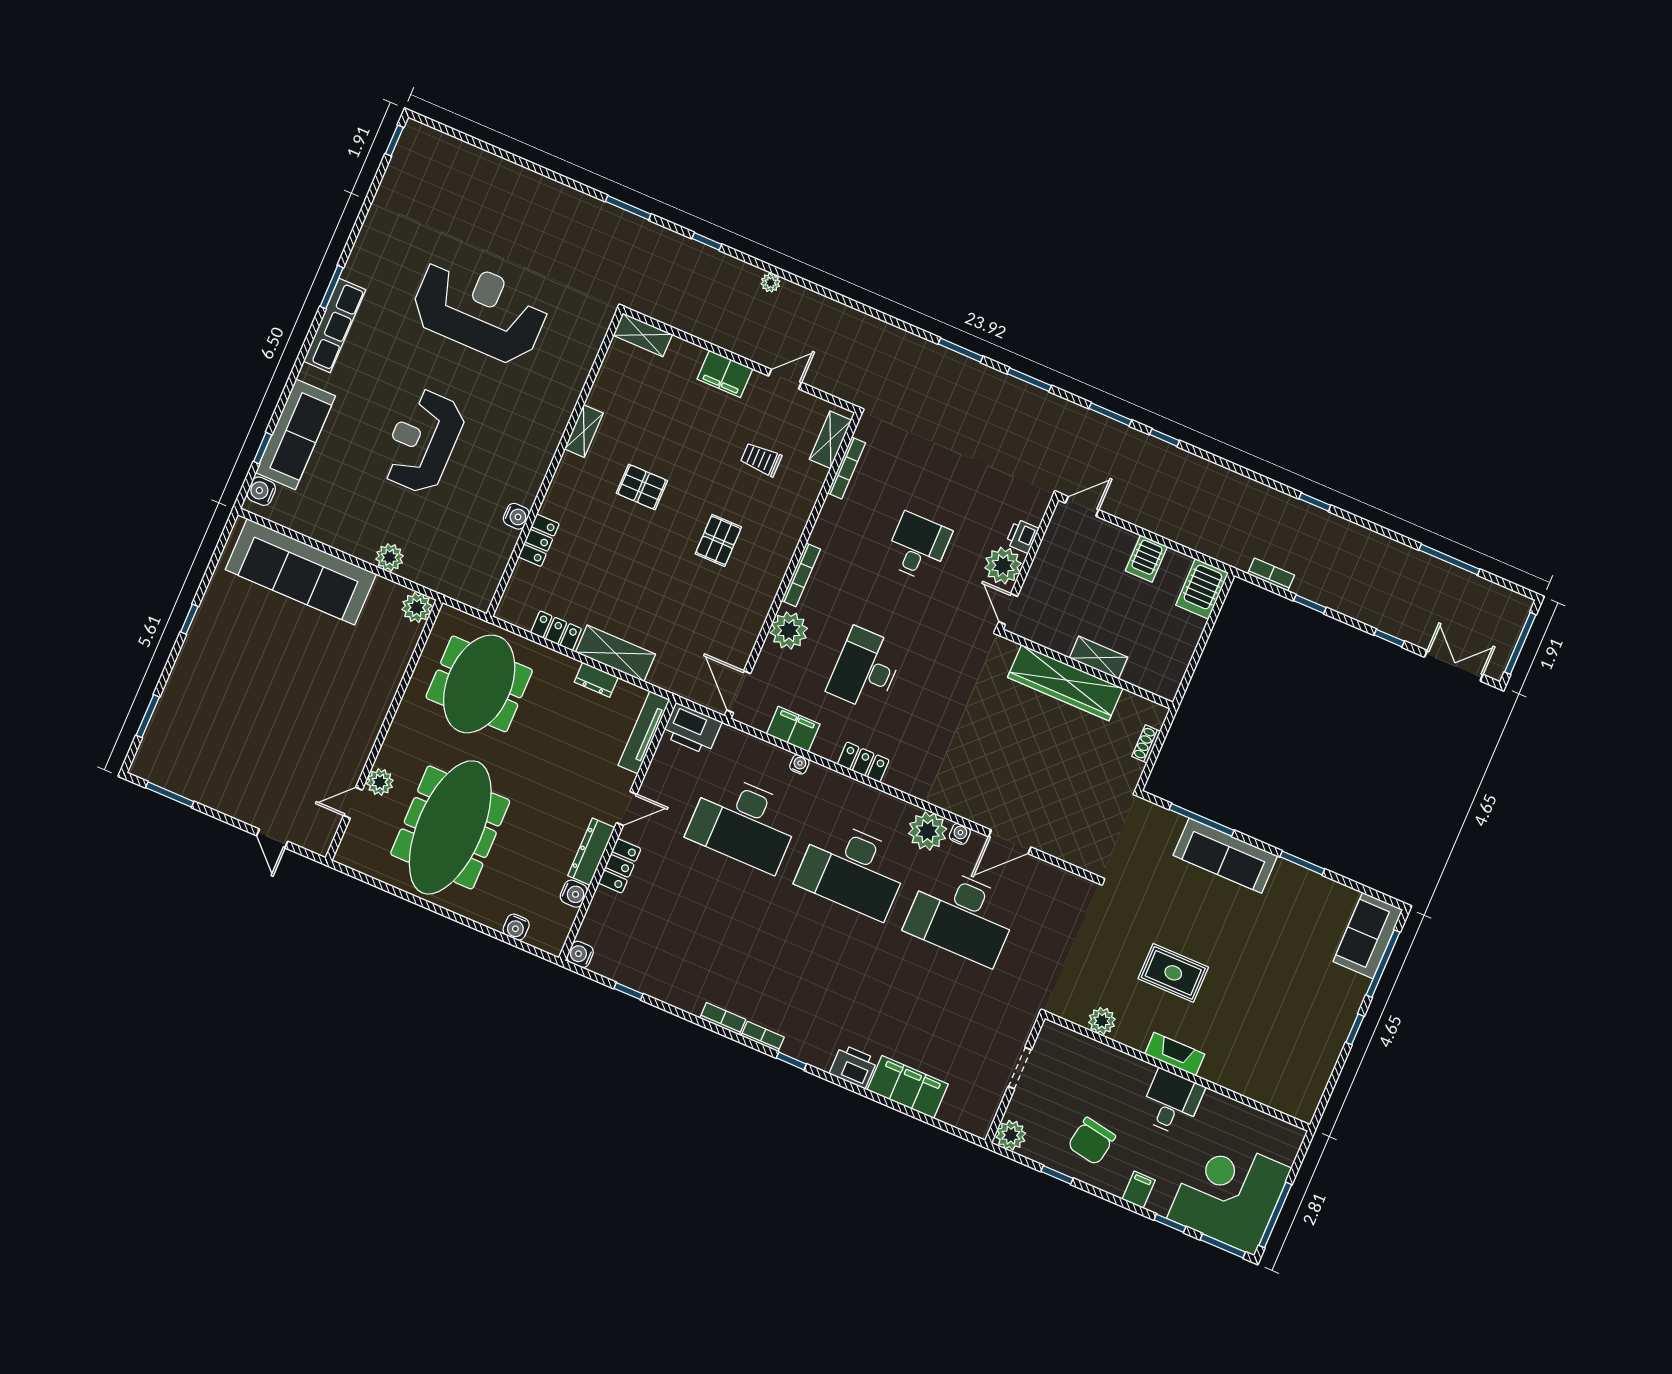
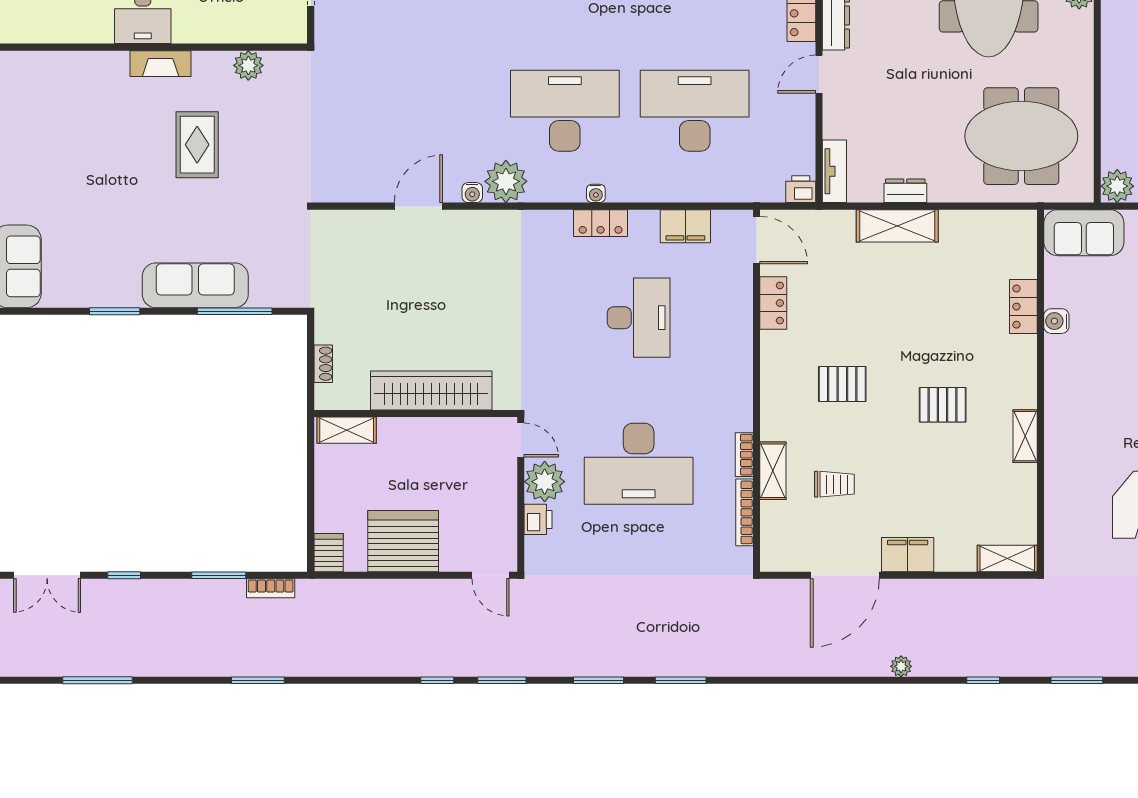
door: (785, 379) -> (845, 575), width x1.88
shelving: (830, 440) -> (773, 471), moved
window: (1315, 502) -> (258, 680), width x1.50
door: (1082, 506) -> (491, 575), hinge flipped
pallet: (718, 540) -> (842, 384), turned 90
desk: (918, 547) -> (639, 464), width x1.87, depth x1.30
server rack: (1146, 559) -> (403, 541), width x2.18, depth x1.44
bookcase: (801, 575) -> (744, 455), moved, width x0.64
sofa: (462, 580) -> (1084, 233), added
server rack: (1202, 589) -> (329, 553), width x0.73, depth x0.70
window: (1310, 604) -> (219, 575), width x1.50
locker: (556, 631) -> (773, 303), moved, turned -90
plant: (789, 631) -> (732, 324), removed
shelving: (1098, 658) -> (347, 430), moved
meeting table: (479, 684) -> (1021, 136), turned 90
printer: (692, 729) -> (801, 189), width x0.53, depth x0.68
tv unit: (644, 732) -> (834, 171), width x0.71
water cooler: (799, 764) -> (596, 193), moved
desk: (962, 916) -> (435, 111), removed
rug: (1173, 973) -> (197, 145), turned 90

